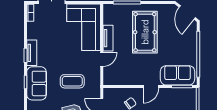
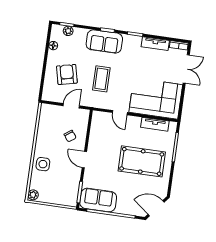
tv unit: (108, 38) -> (155, 124), moved
tv unit: (32, 53) -> (155, 44), moved
sofa: (177, 75) -> (98, 200), moved, turned -90

